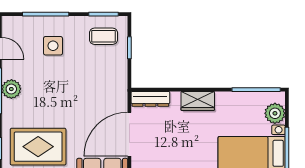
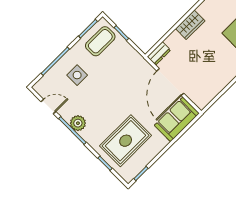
coffee table: (103, 36) -> (100, 41), width x1.36, depth x1.30
dresser: (150, 99) -> (159, 53), width x0.70

